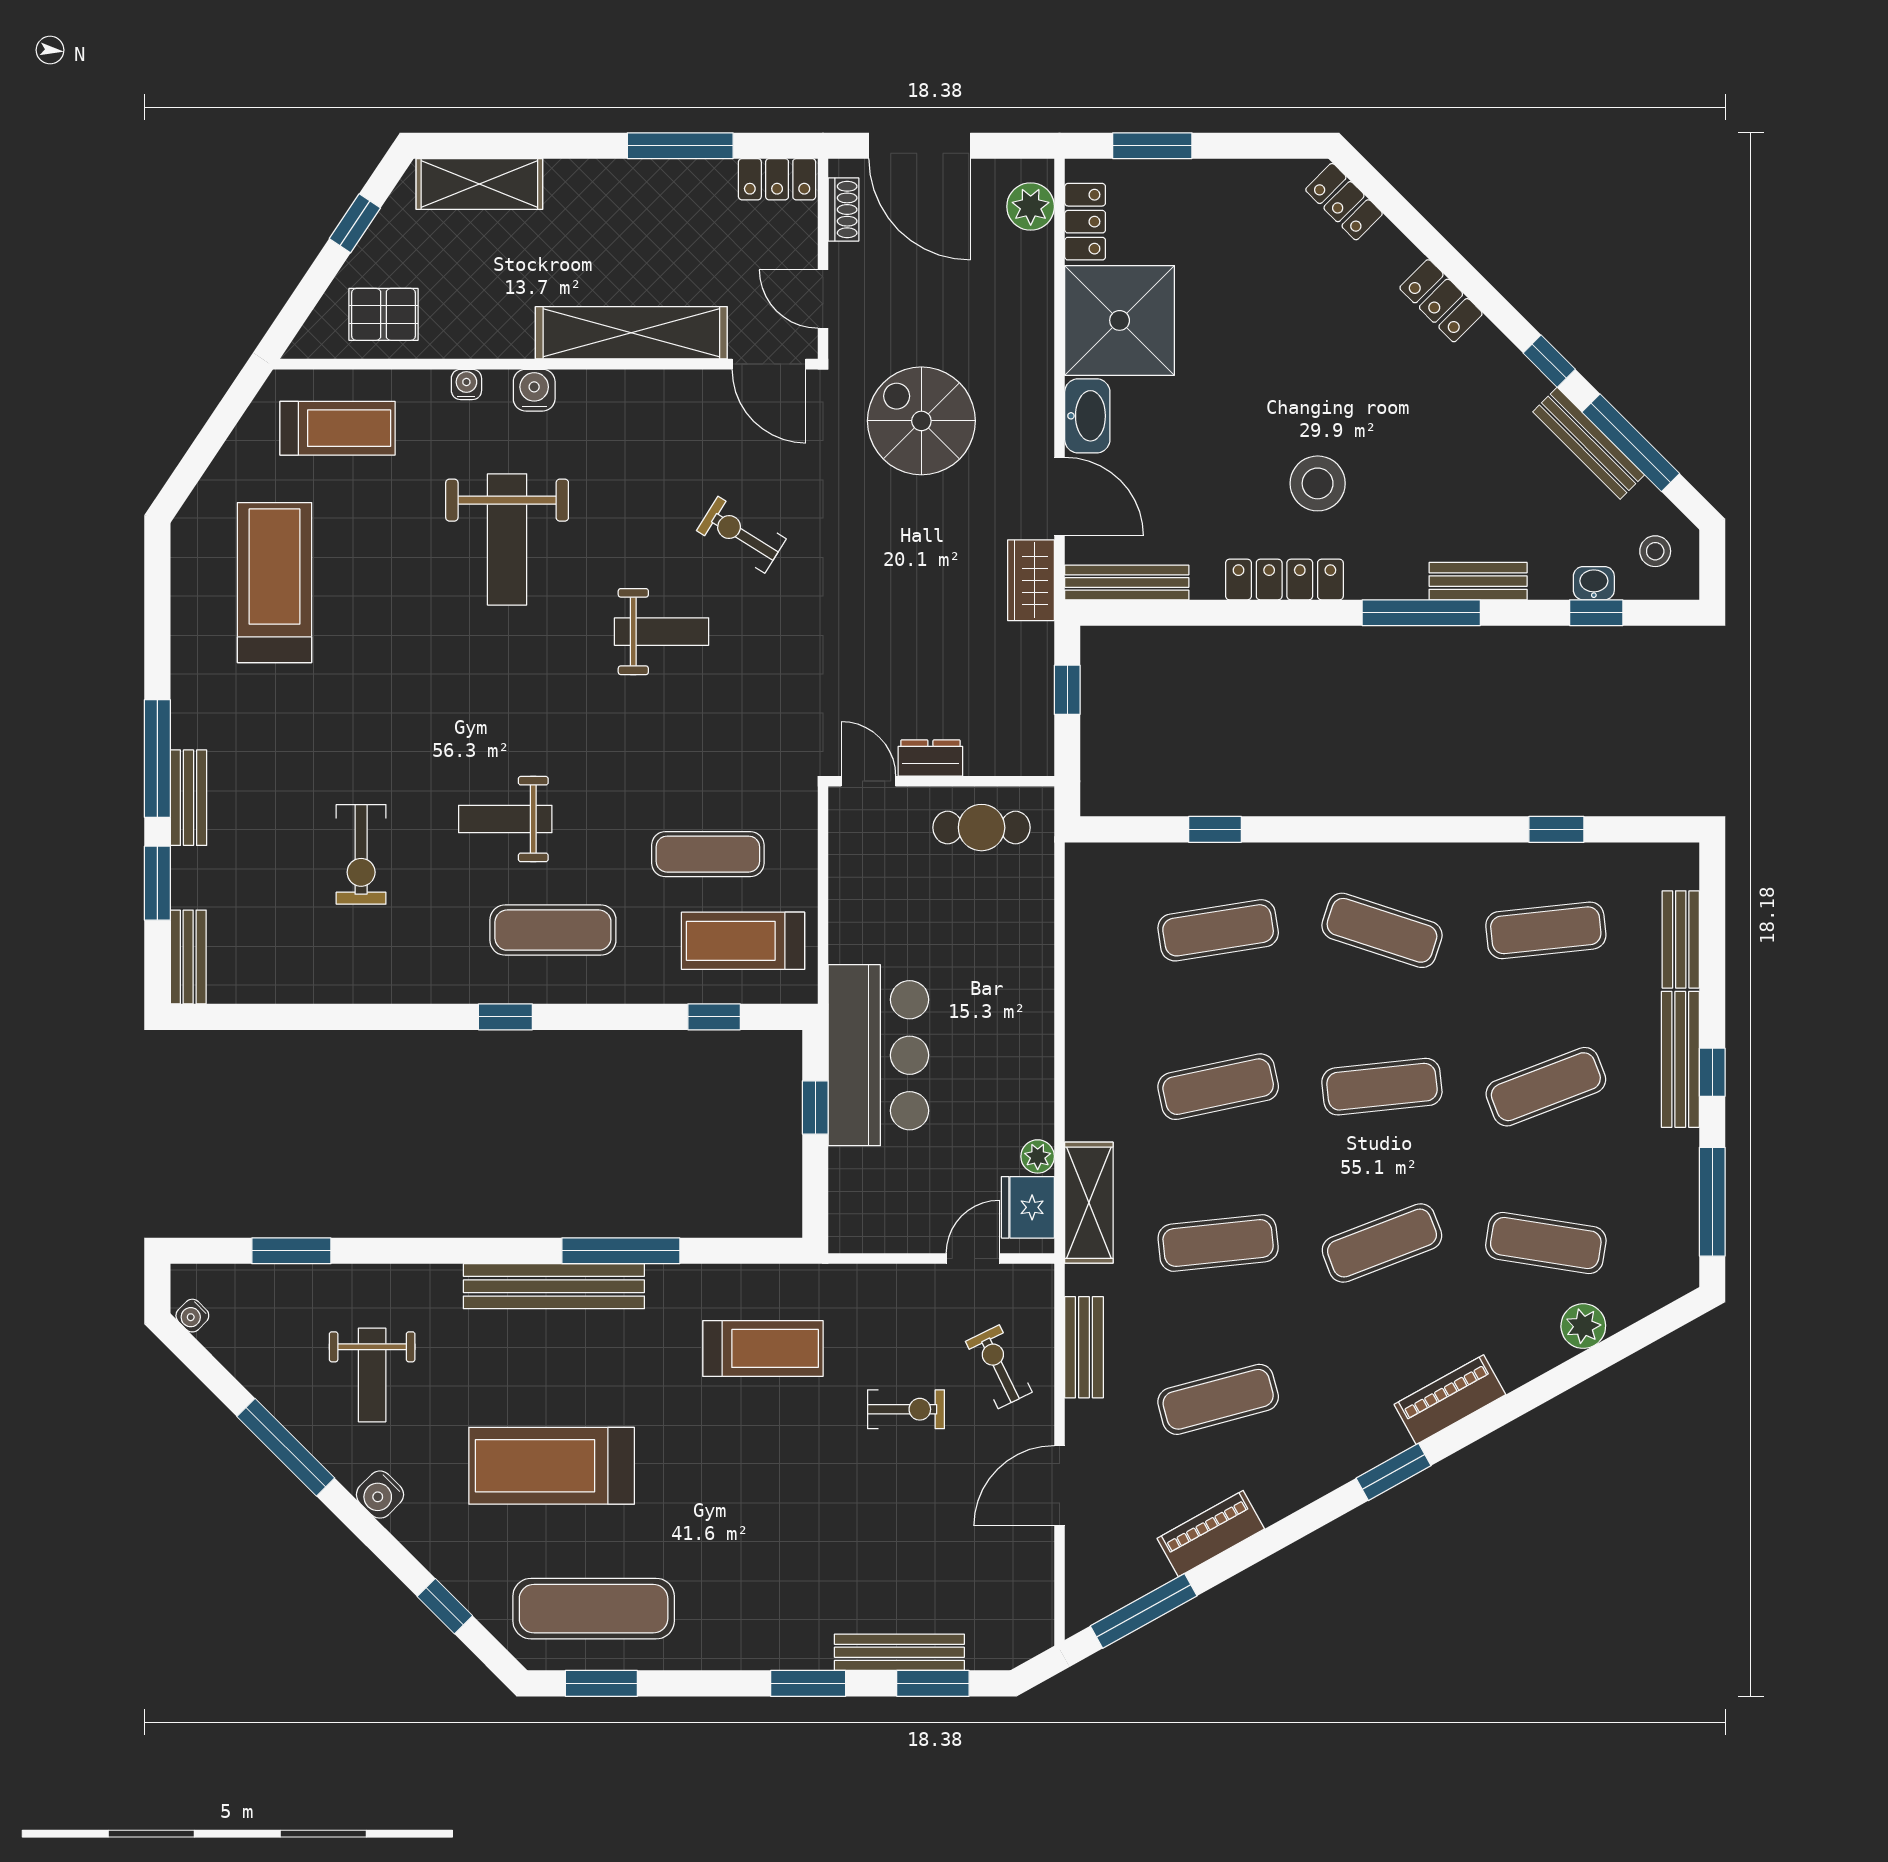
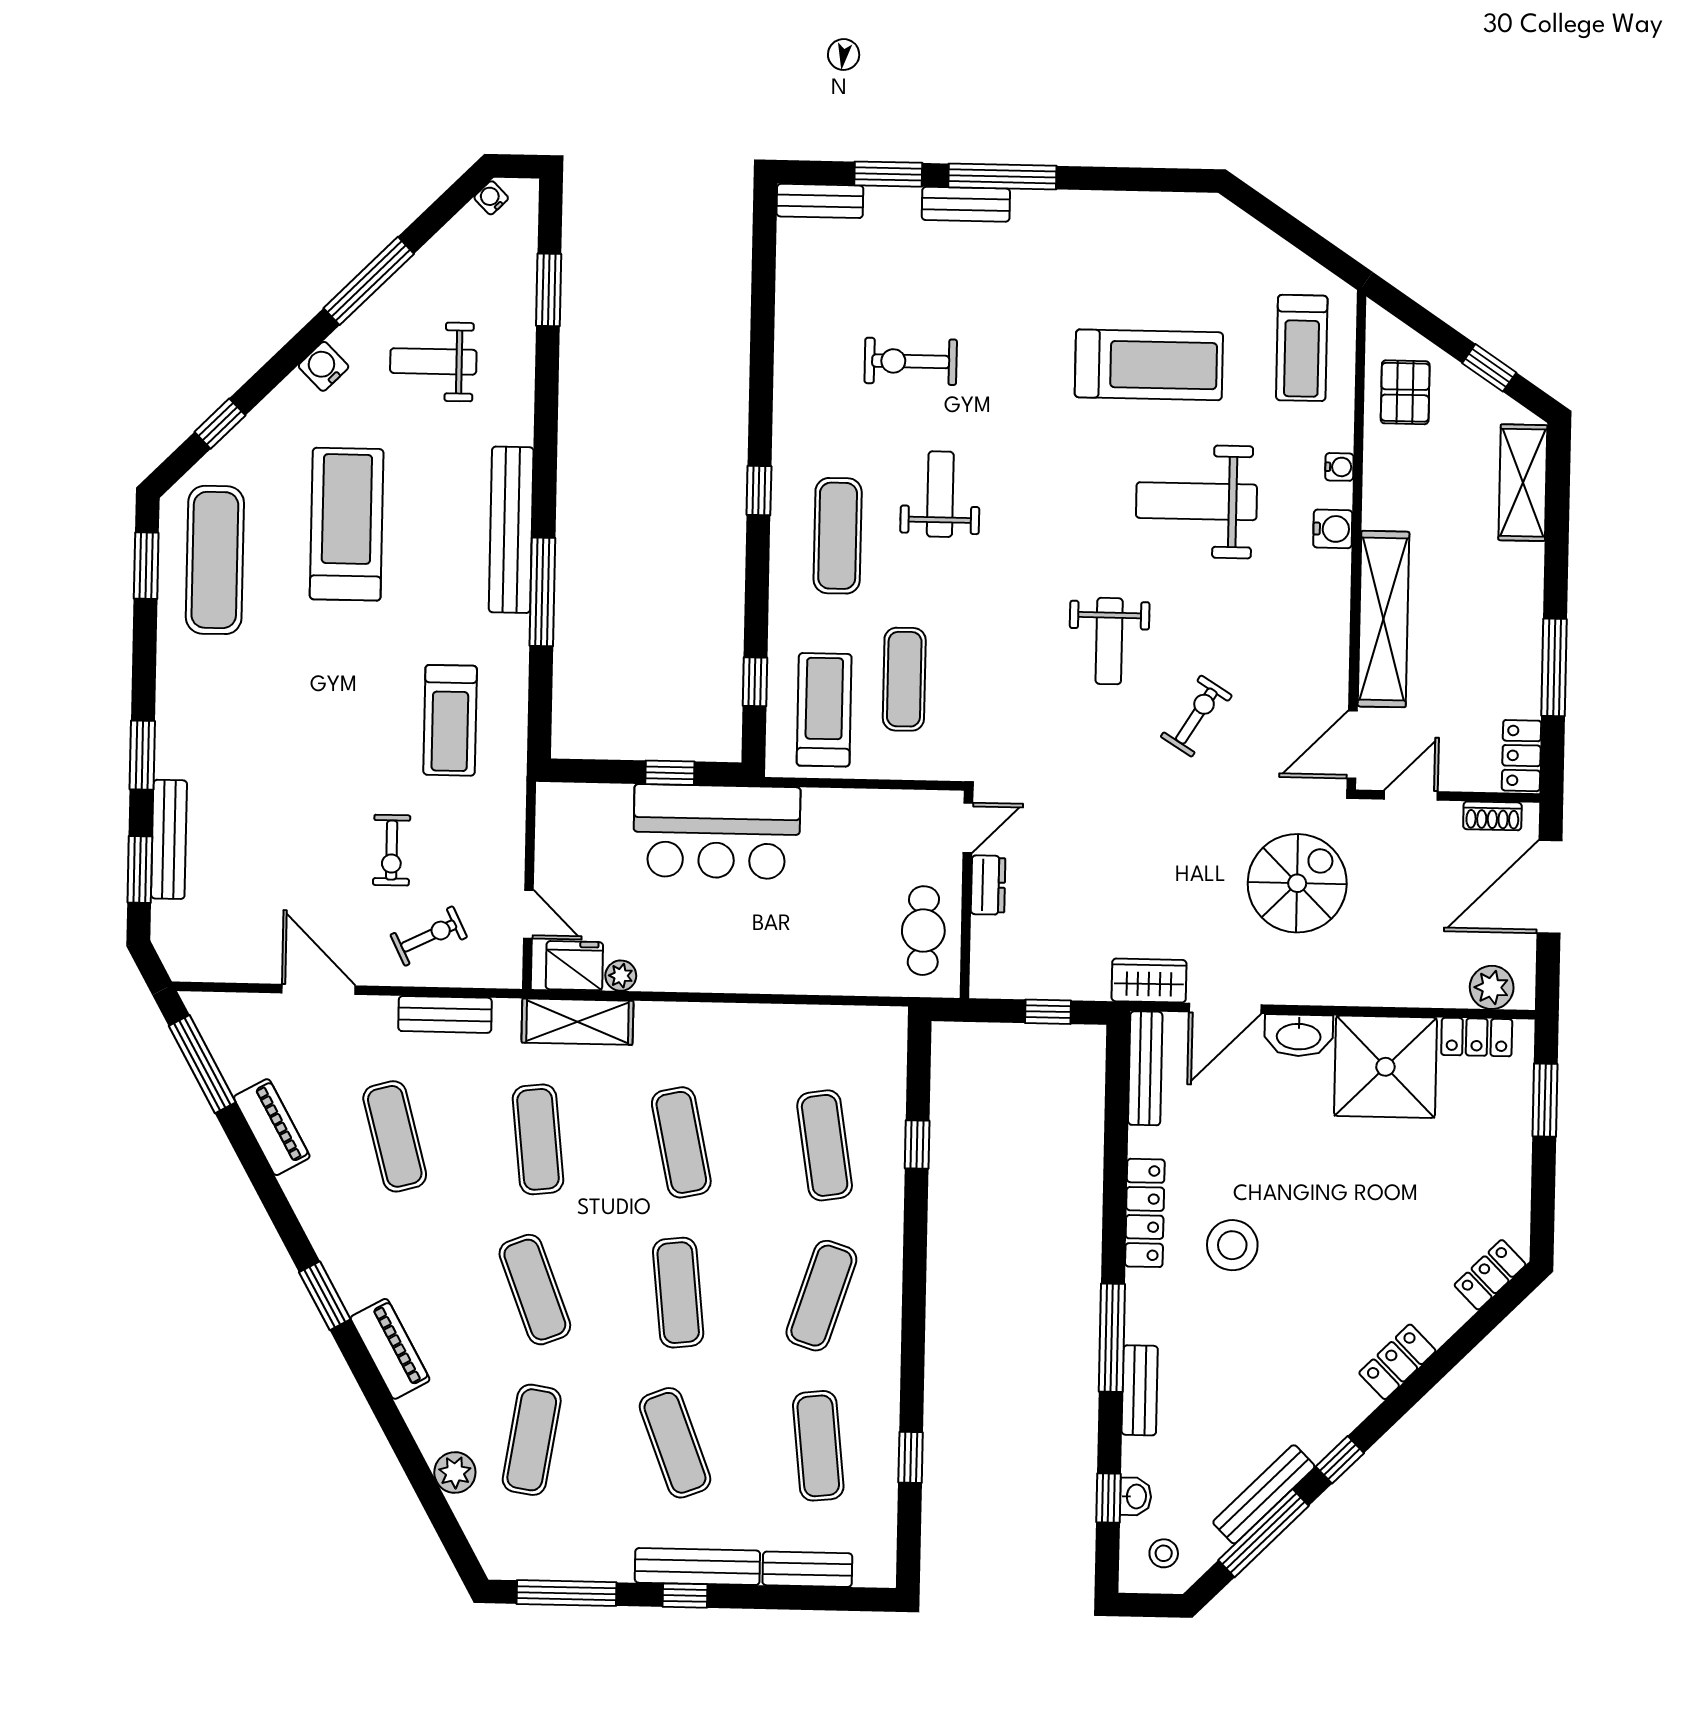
treadmill: (275, 583) -> (1149, 365), moved

